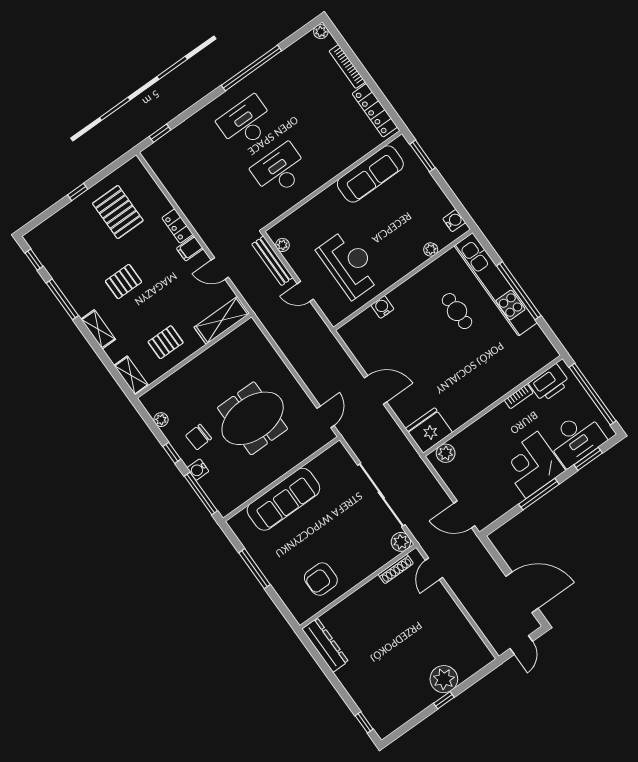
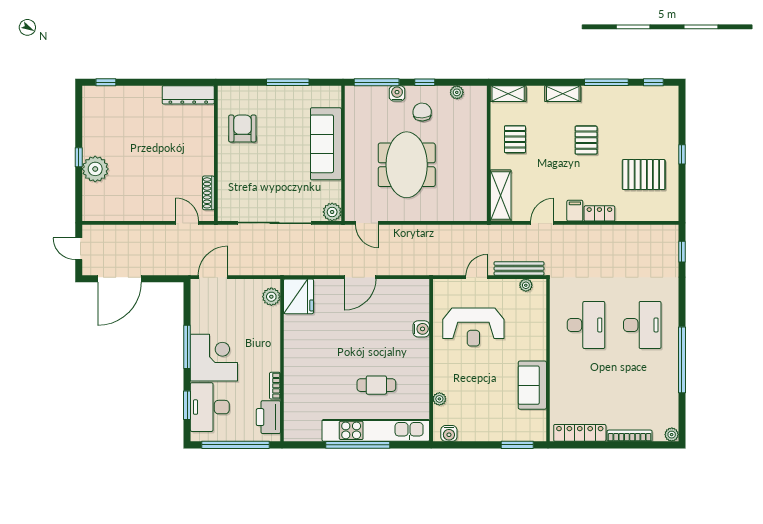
sofa: (370, 174) -> (532, 385), width x0.73
plant: (401, 542) -> (332, 212), moved

